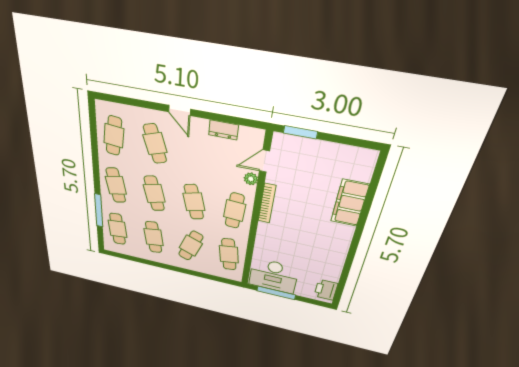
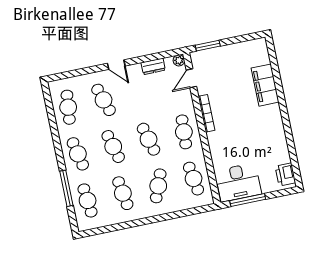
plant: (251, 179) -> (179, 60), moved

